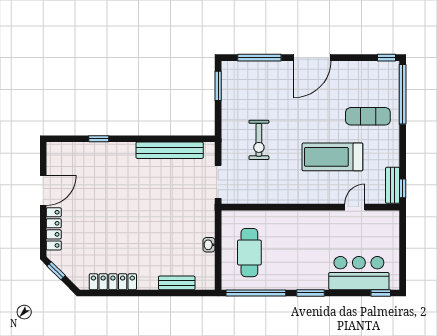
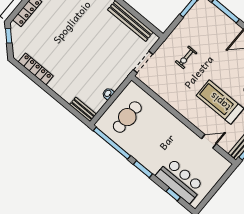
exercise bike: (259, 140) -> (186, 57), width x0.73, depth x0.72
bench: (177, 283) -> (83, 109), moved
window: (381, 293) -> (173, 194), moved

